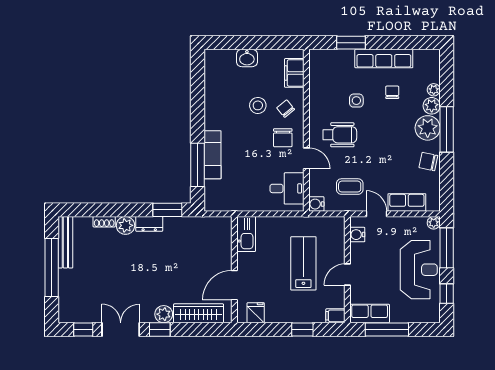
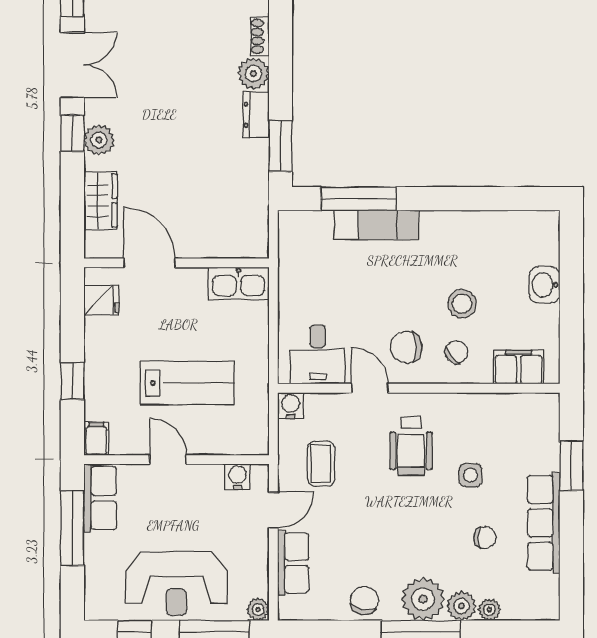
door: (306, 158) -> (370, 388), swing flipped
wardrobe: (199, 313) -> (100, 201), width x0.67

